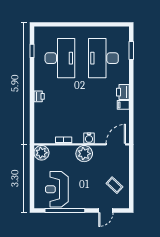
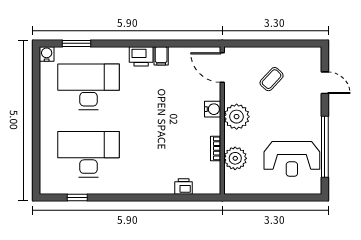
water cooler: (125, 31) -> (47, 54), added
desk: (103, 58) -> (88, 87), turned 180
printer: (39, 96) -> (184, 186), moved
plant: (41, 153) -> (235, 158), moved
coffee table: (114, 185) -> (272, 79), moved

